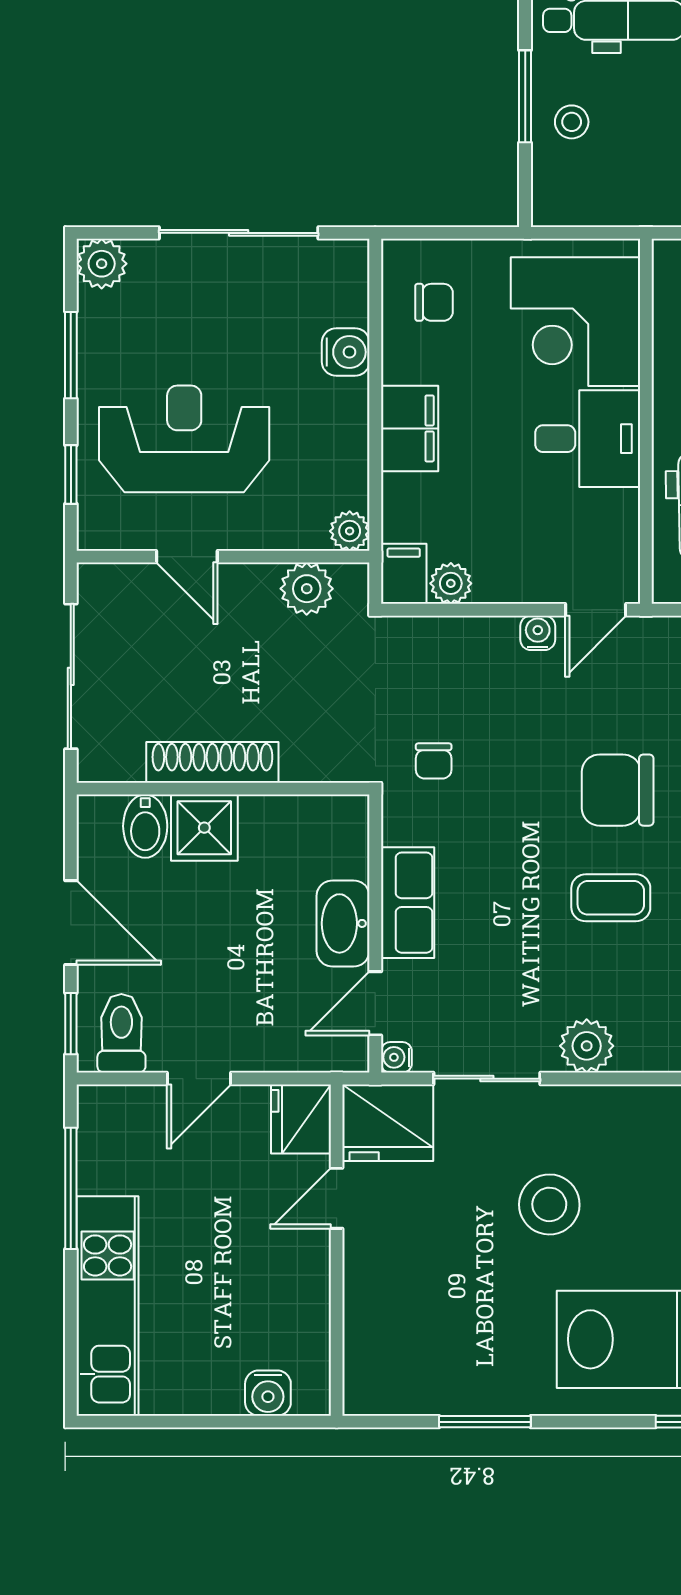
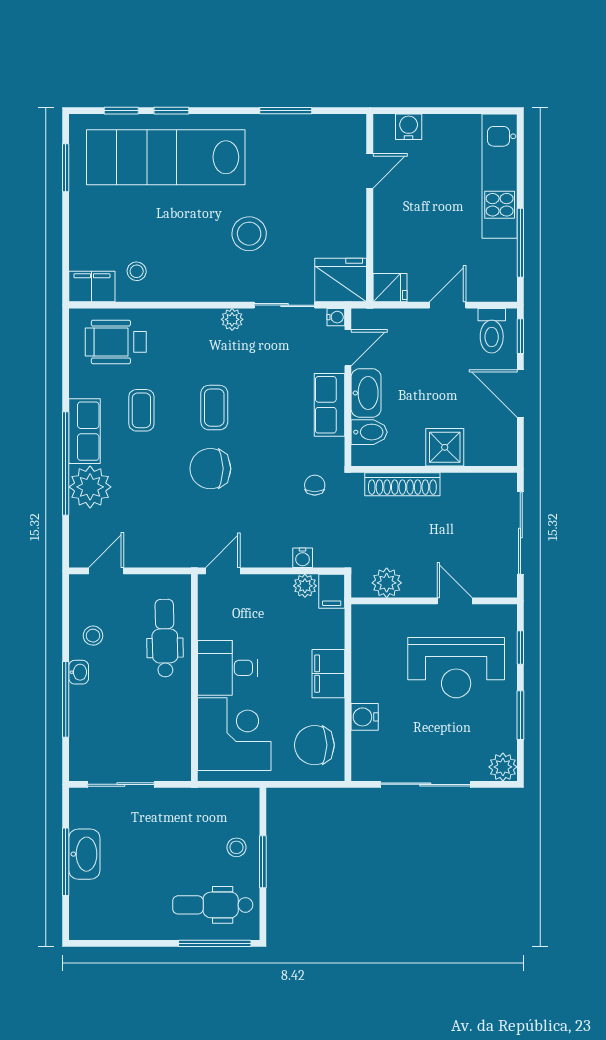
chair: (434, 302) -> (314, 745), width x1.87, depth x1.87
plant: (350, 531) -> (362, 615), removed
water cooler: (538, 633) -> (303, 558), moved
shoe rack: (212, 762) -> (402, 484), moved
chair: (618, 790) -> (210, 469), turned 180
bidet: (145, 826) -> (369, 432), moved, turned 90
coffee table: (611, 898) -> (214, 408), turned 90
plant: (587, 1046) -> (232, 319), width x0.73, depth x0.73
fridge: (301, 1119) -> (390, 288), width x0.72
door: (337, 1198) -> (370, 171), moved

